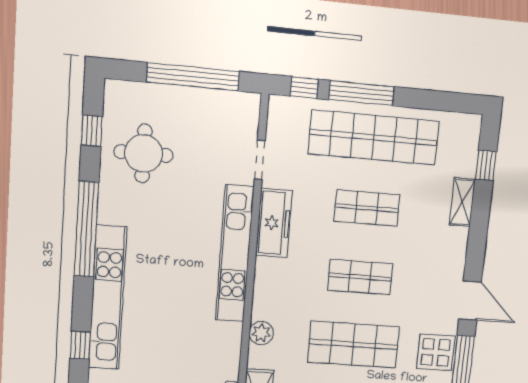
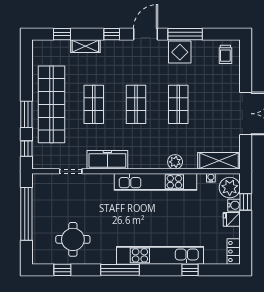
window: (361, 93) -> (26, 114), width x0.69
window: (86, 229) -> (120, 270), width x0.68
window: (476, 247) -> (112, 34), added
kitchen unit: (235, 254) -> (155, 182), moved
shop shelf: (353, 344) -> (178, 104), width x0.70, depth x0.74

